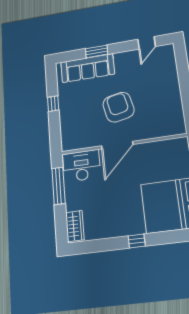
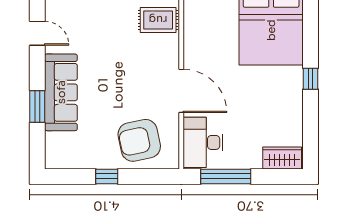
sofa: (88, 68) -> (61, 92), moved
armchair: (118, 107) -> (139, 140), moved
rug: (167, 121) -> (158, 20), added

